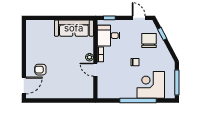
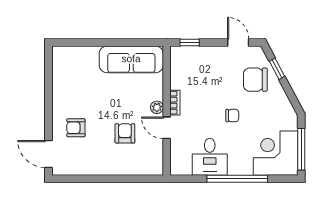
desk: (109, 36) -> (210, 157), moved, turned -90
chair: (149, 40) -> (255, 80), turned -90
armchair: (70, 73) -> (125, 133), added
door: (24, 85) -> (49, 154), swing flipped
corner desk: (151, 85) -> (276, 153), moved

